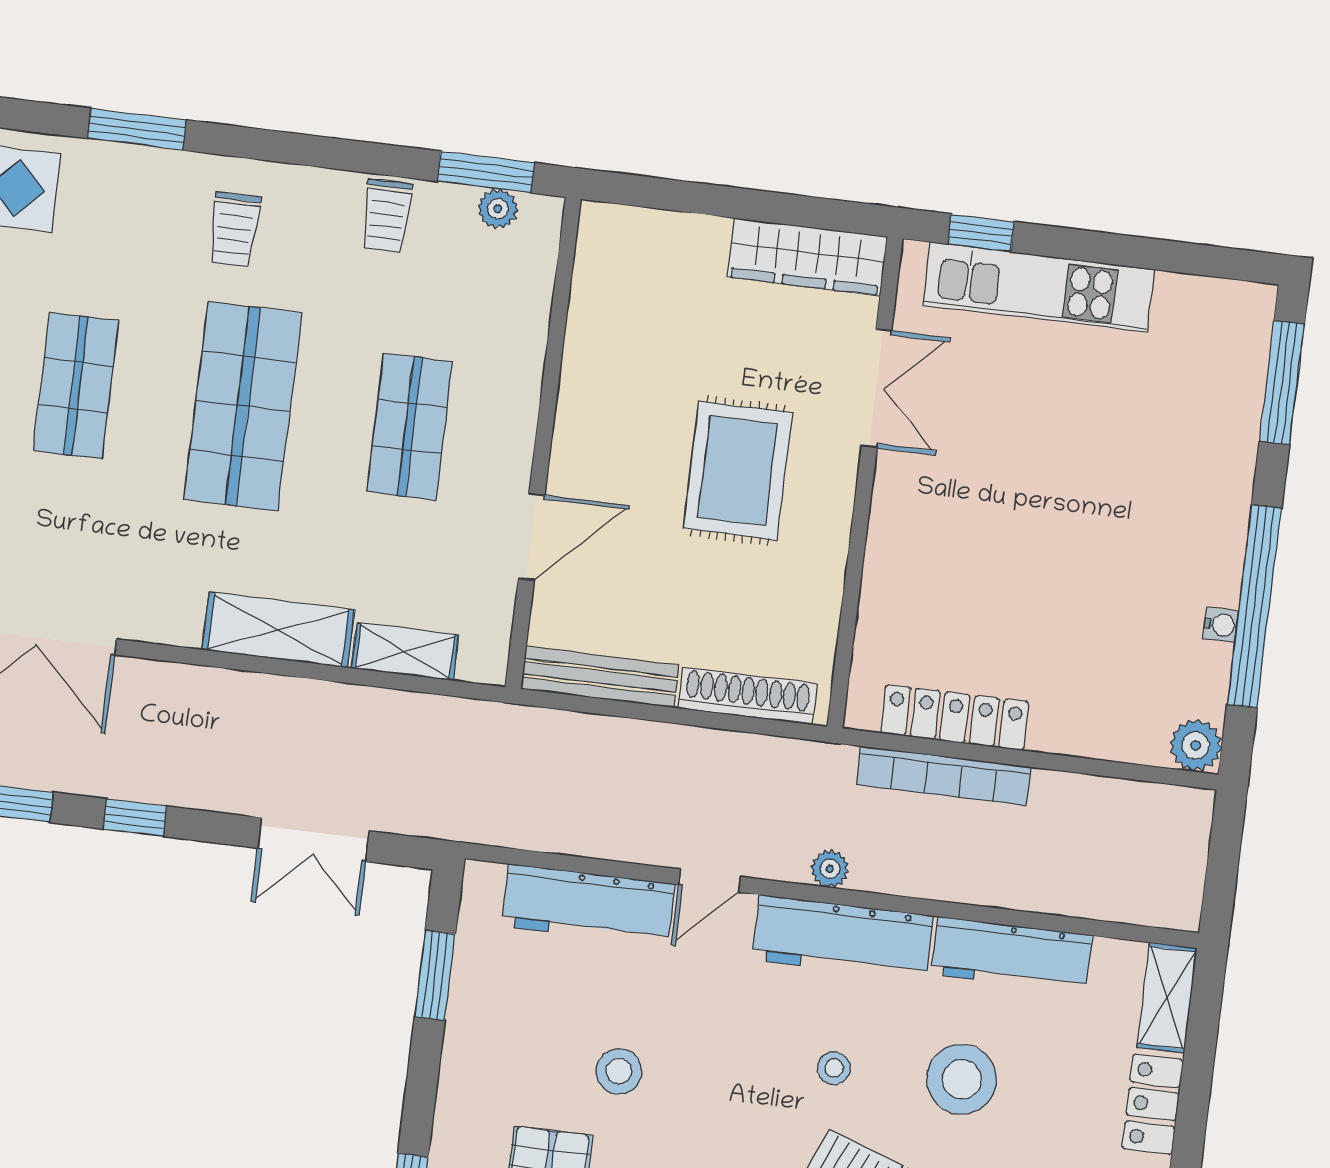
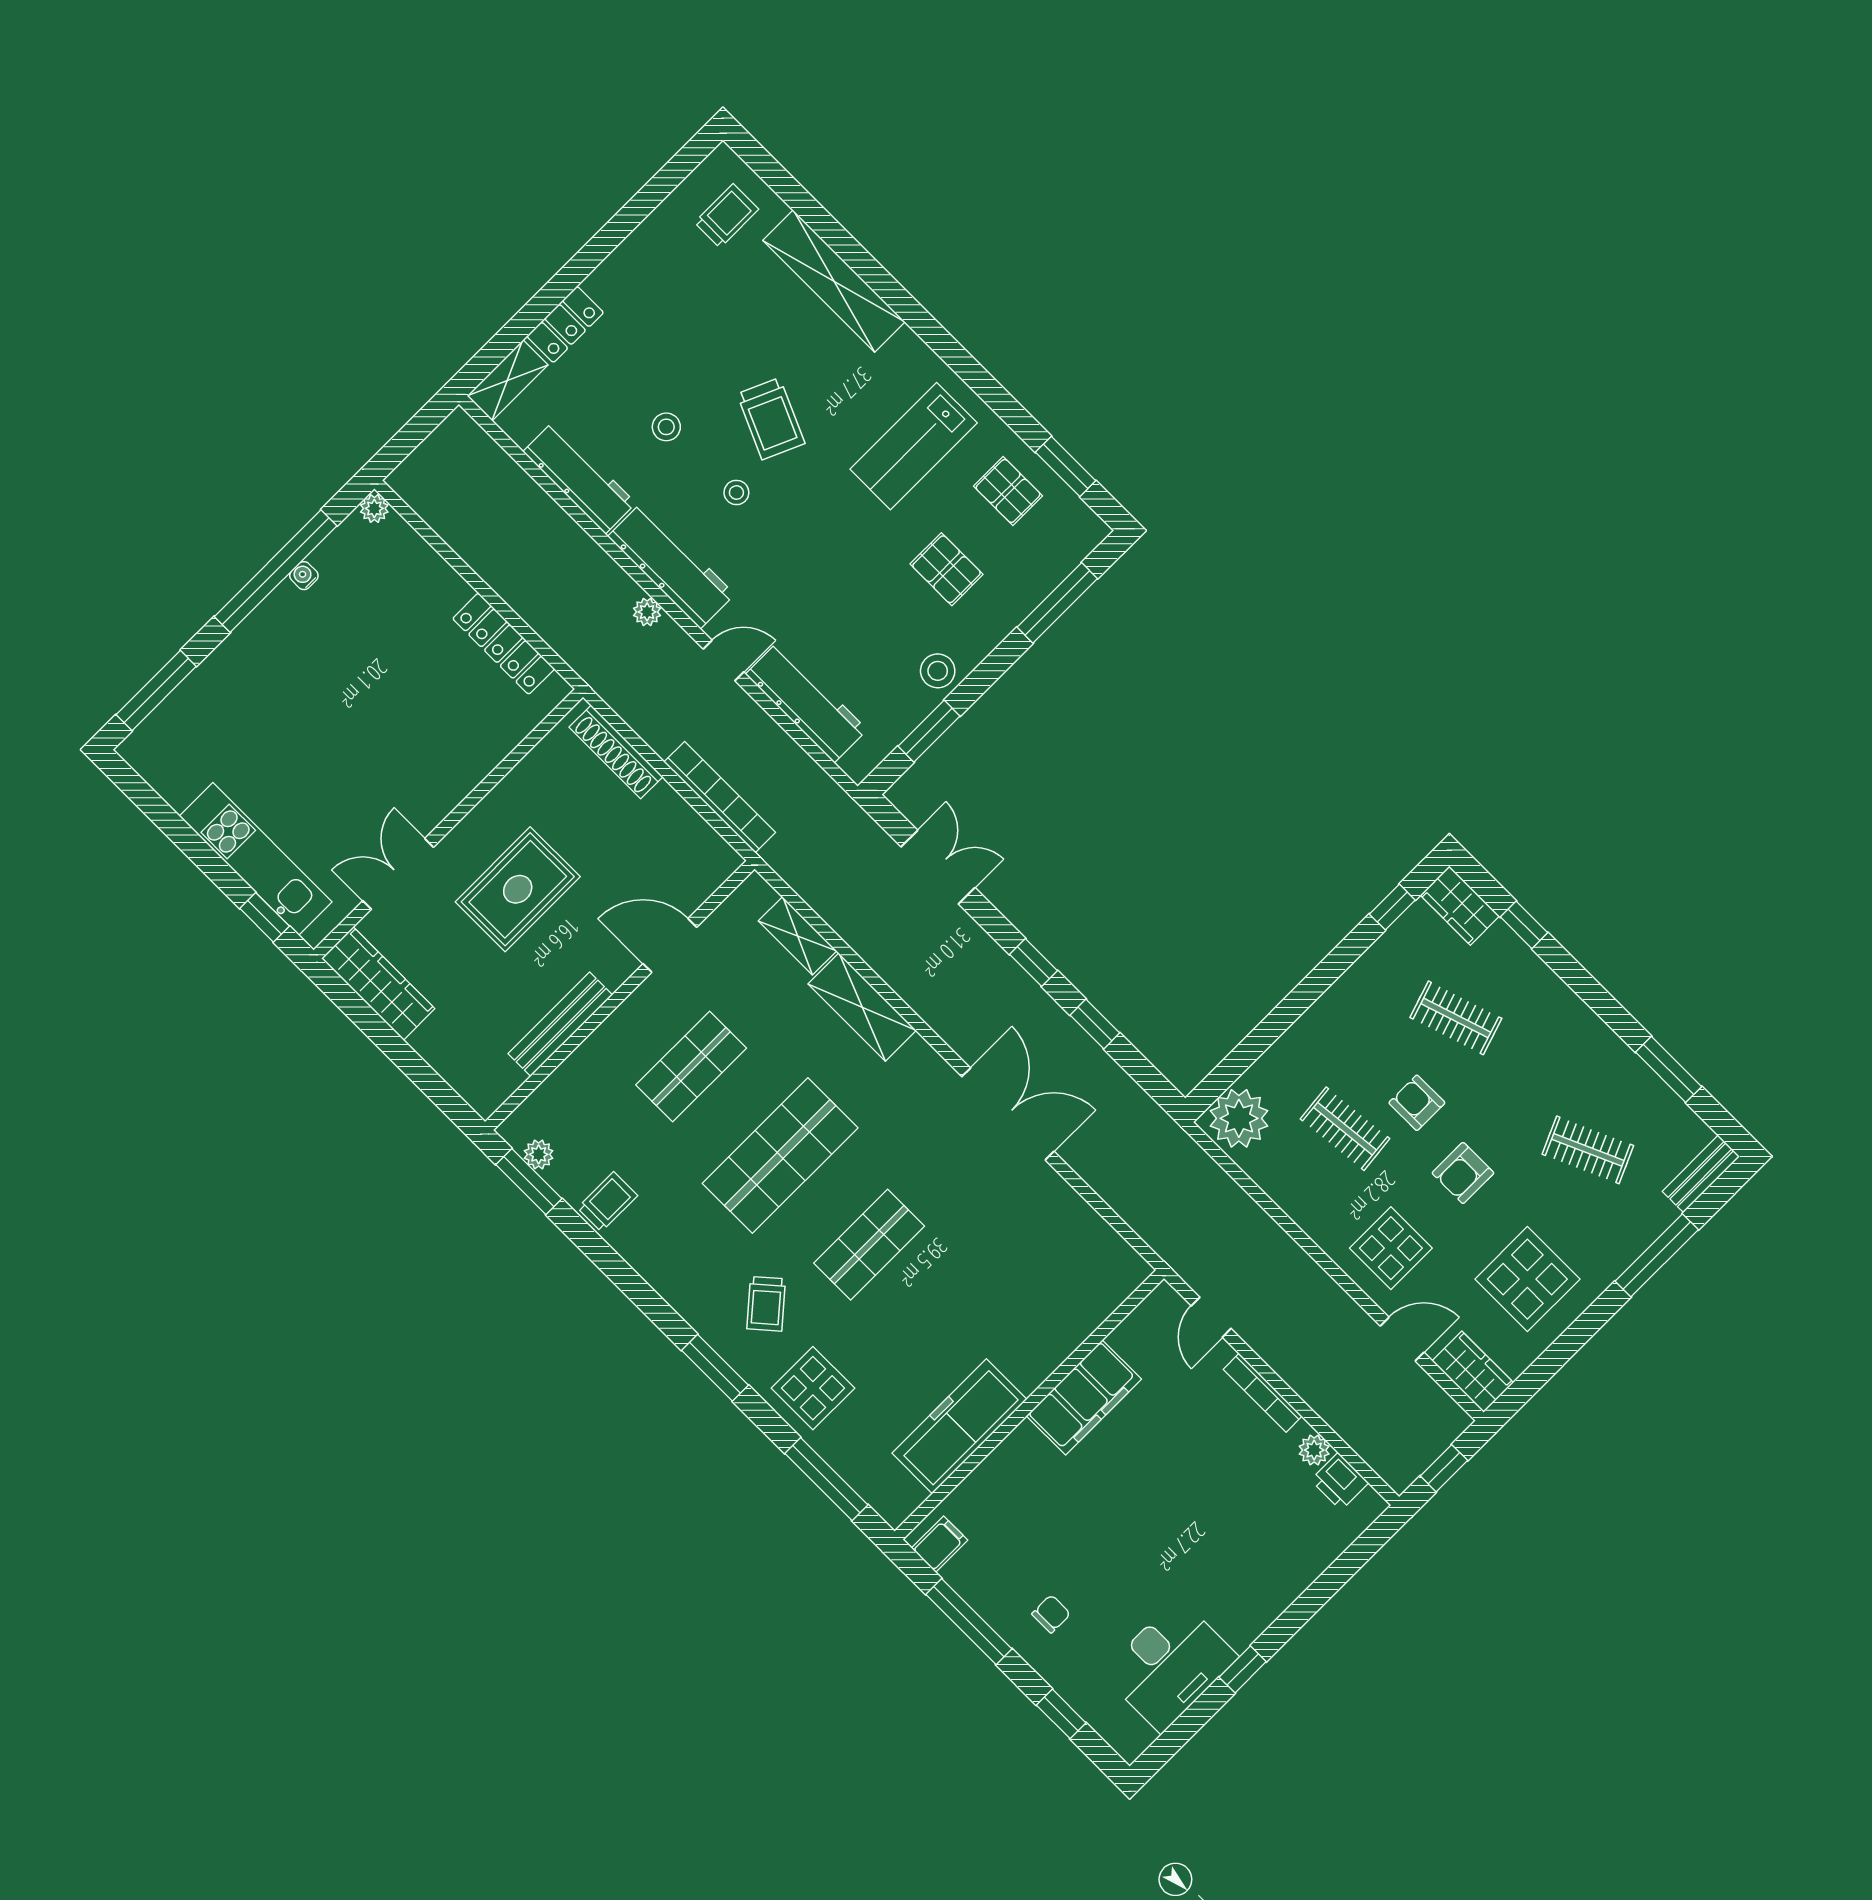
trolley: (234, 229) -> (766, 1304), moved, turned 139
bench: (600, 677) -> (560, 1024), moved, turned 90
plant: (1196, 745) -> (374, 508), width x0.73, depth x0.73
bookcase: (944, 776) -> (720, 797), moved
stool: (619, 1071) -> (938, 671), moved
stool: (962, 1079) -> (666, 427), width x0.53, depth x0.53

